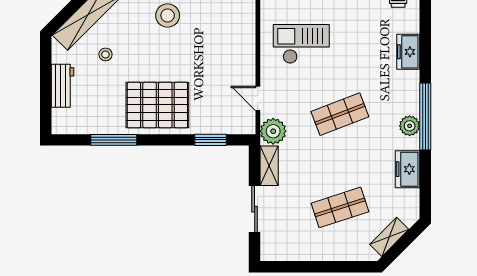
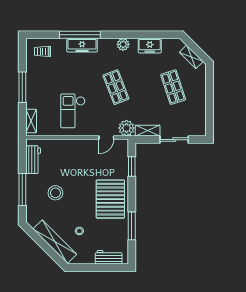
freezer: (408, 52) -> (82, 45), width x1.40
workbench: (62, 86) -> (109, 257), moved
window: (425, 116) -> (80, 35), moved

